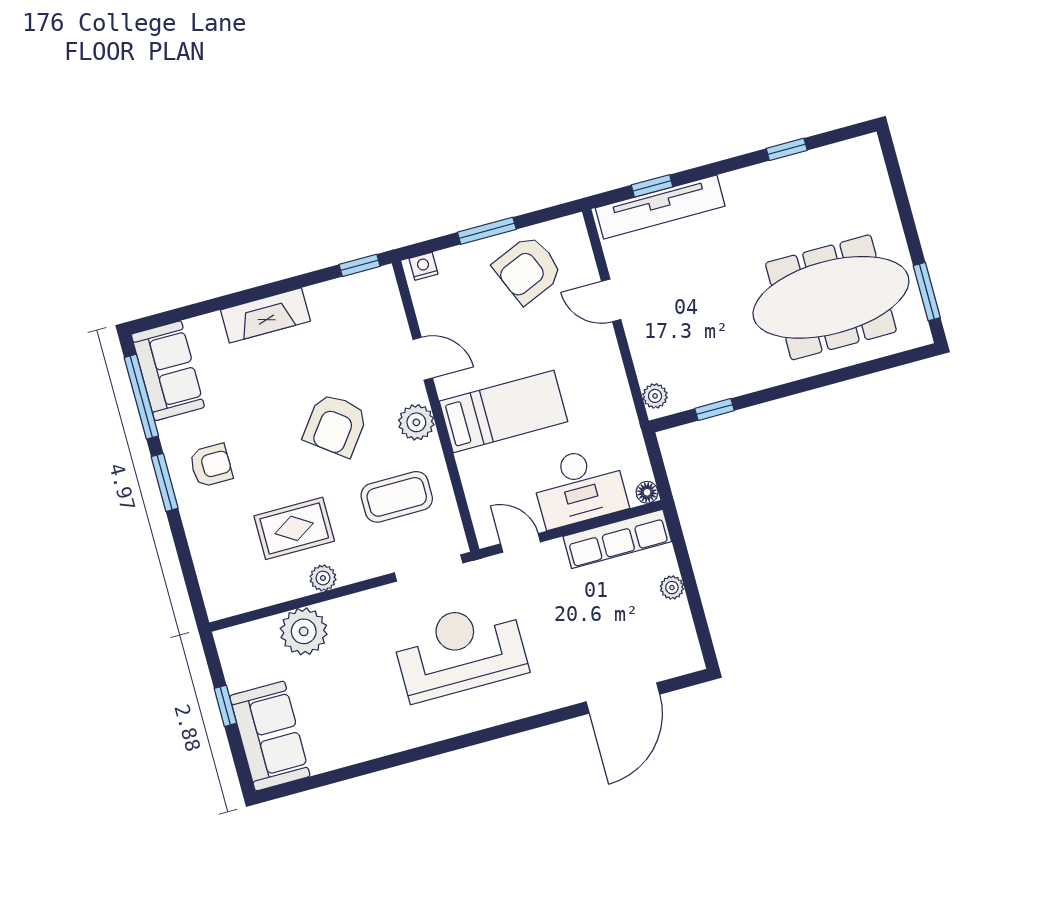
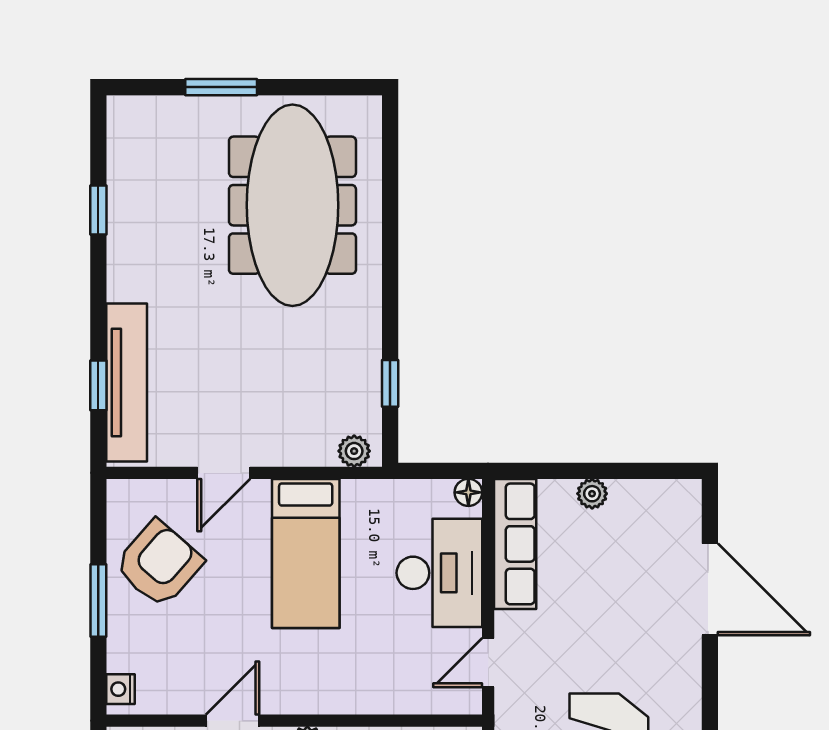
armchair: (528, 270) -> (159, 564), turned -116
window: (927, 292) -> (221, 87), moved
bed: (504, 411) -> (306, 553), moved, turned 180

